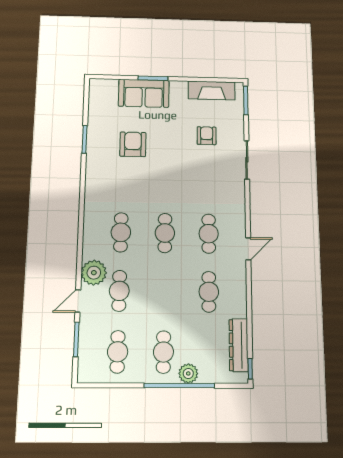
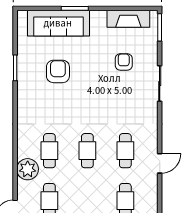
sofa: (144, 93) -> (58, 23), width x1.36
plant: (94, 273) -> (28, 169), moved

